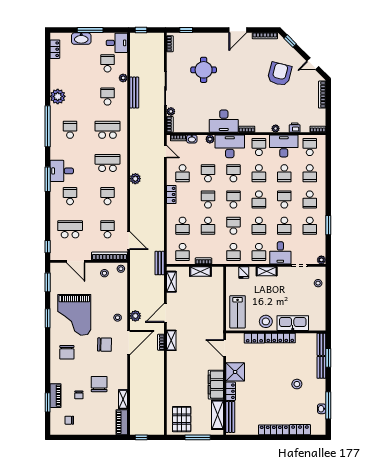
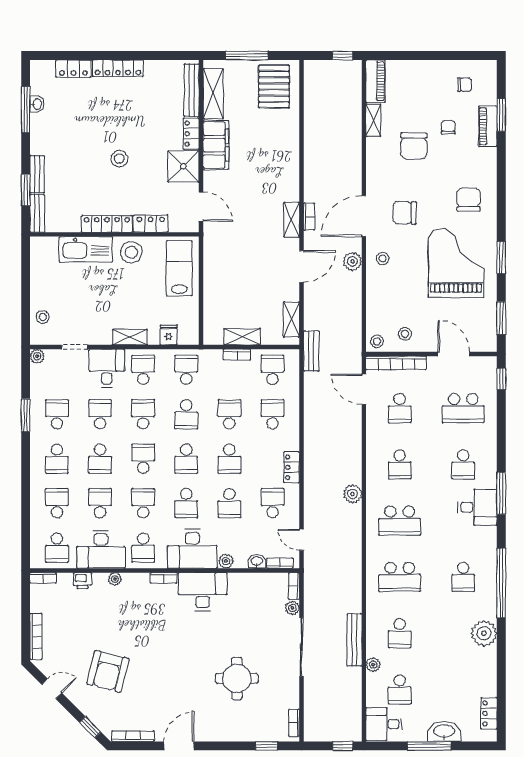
school desk: (310, 199) -> (57, 459), turned 180
stool: (297, 384) -> (119, 159), moved

